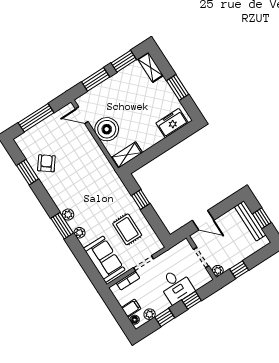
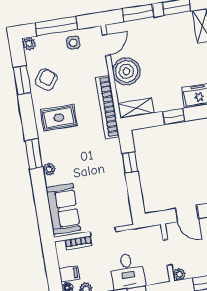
door: (82, 115) -> (106, 45), swing flipped
side table: (55, 125) -> (73, 43), added
window: (159, 148) -> (173, 116), added
bookcase: (104, 164) -> (107, 107), added
plant: (68, 215) -> (29, 44), moved
rug: (127, 229) -> (59, 118), moved, turned 90

